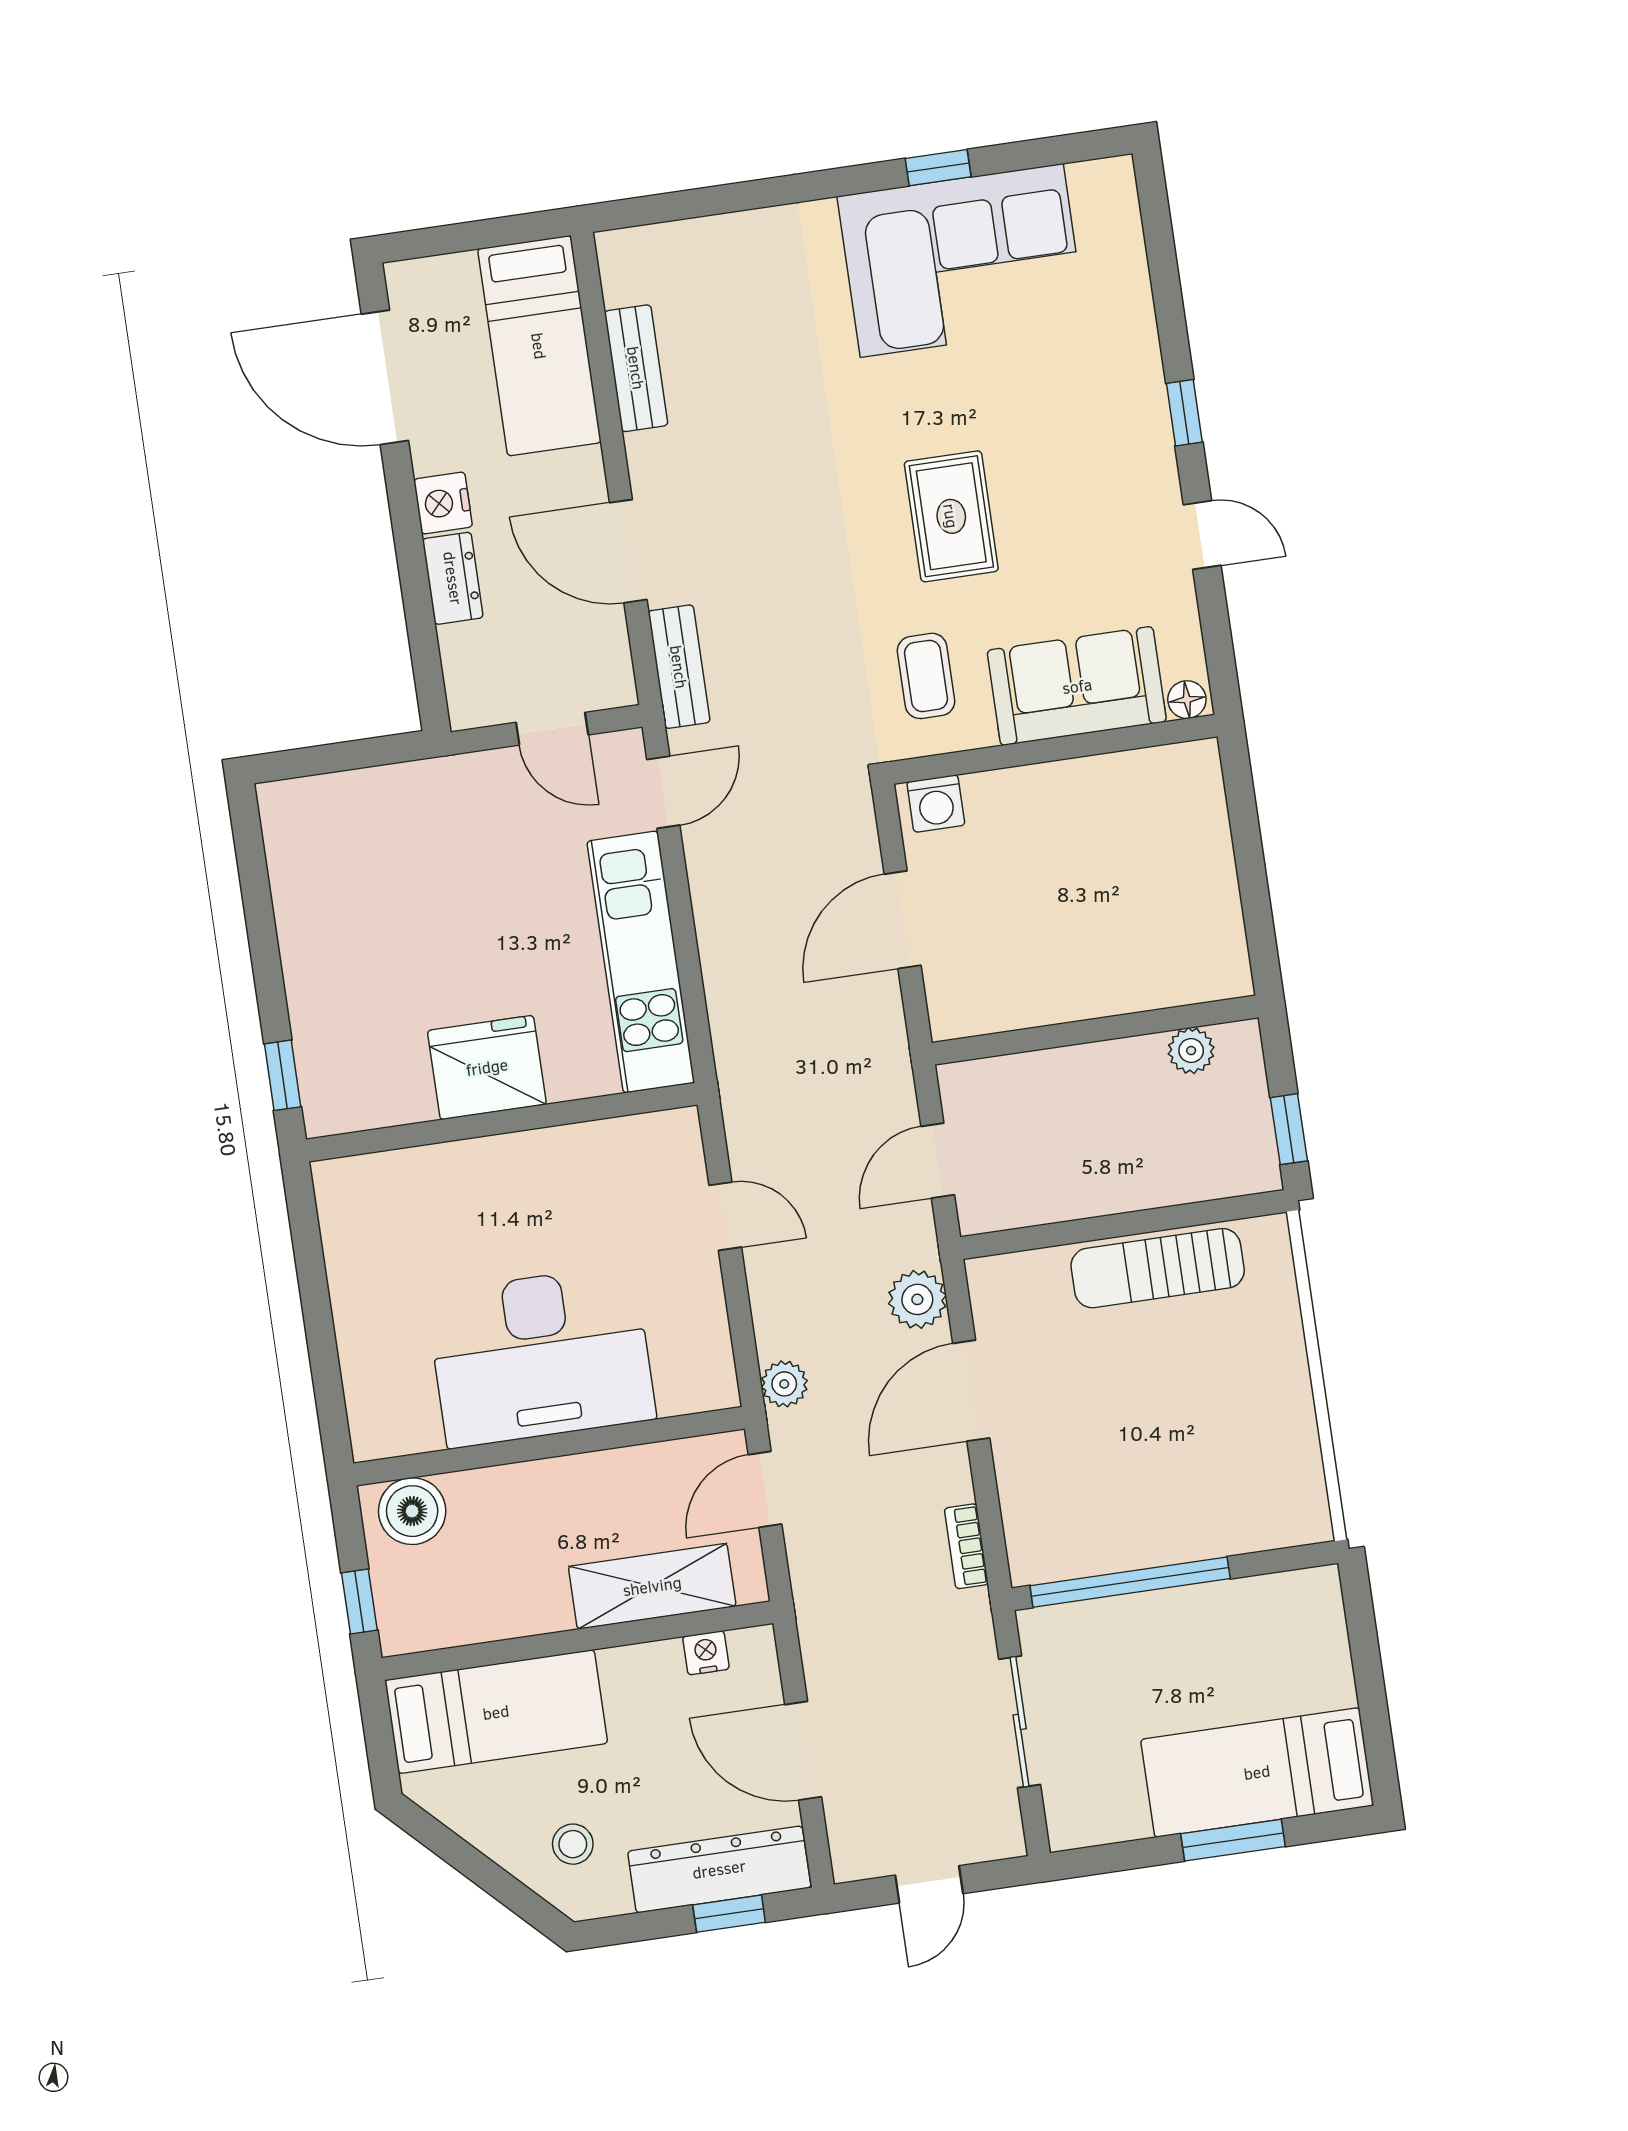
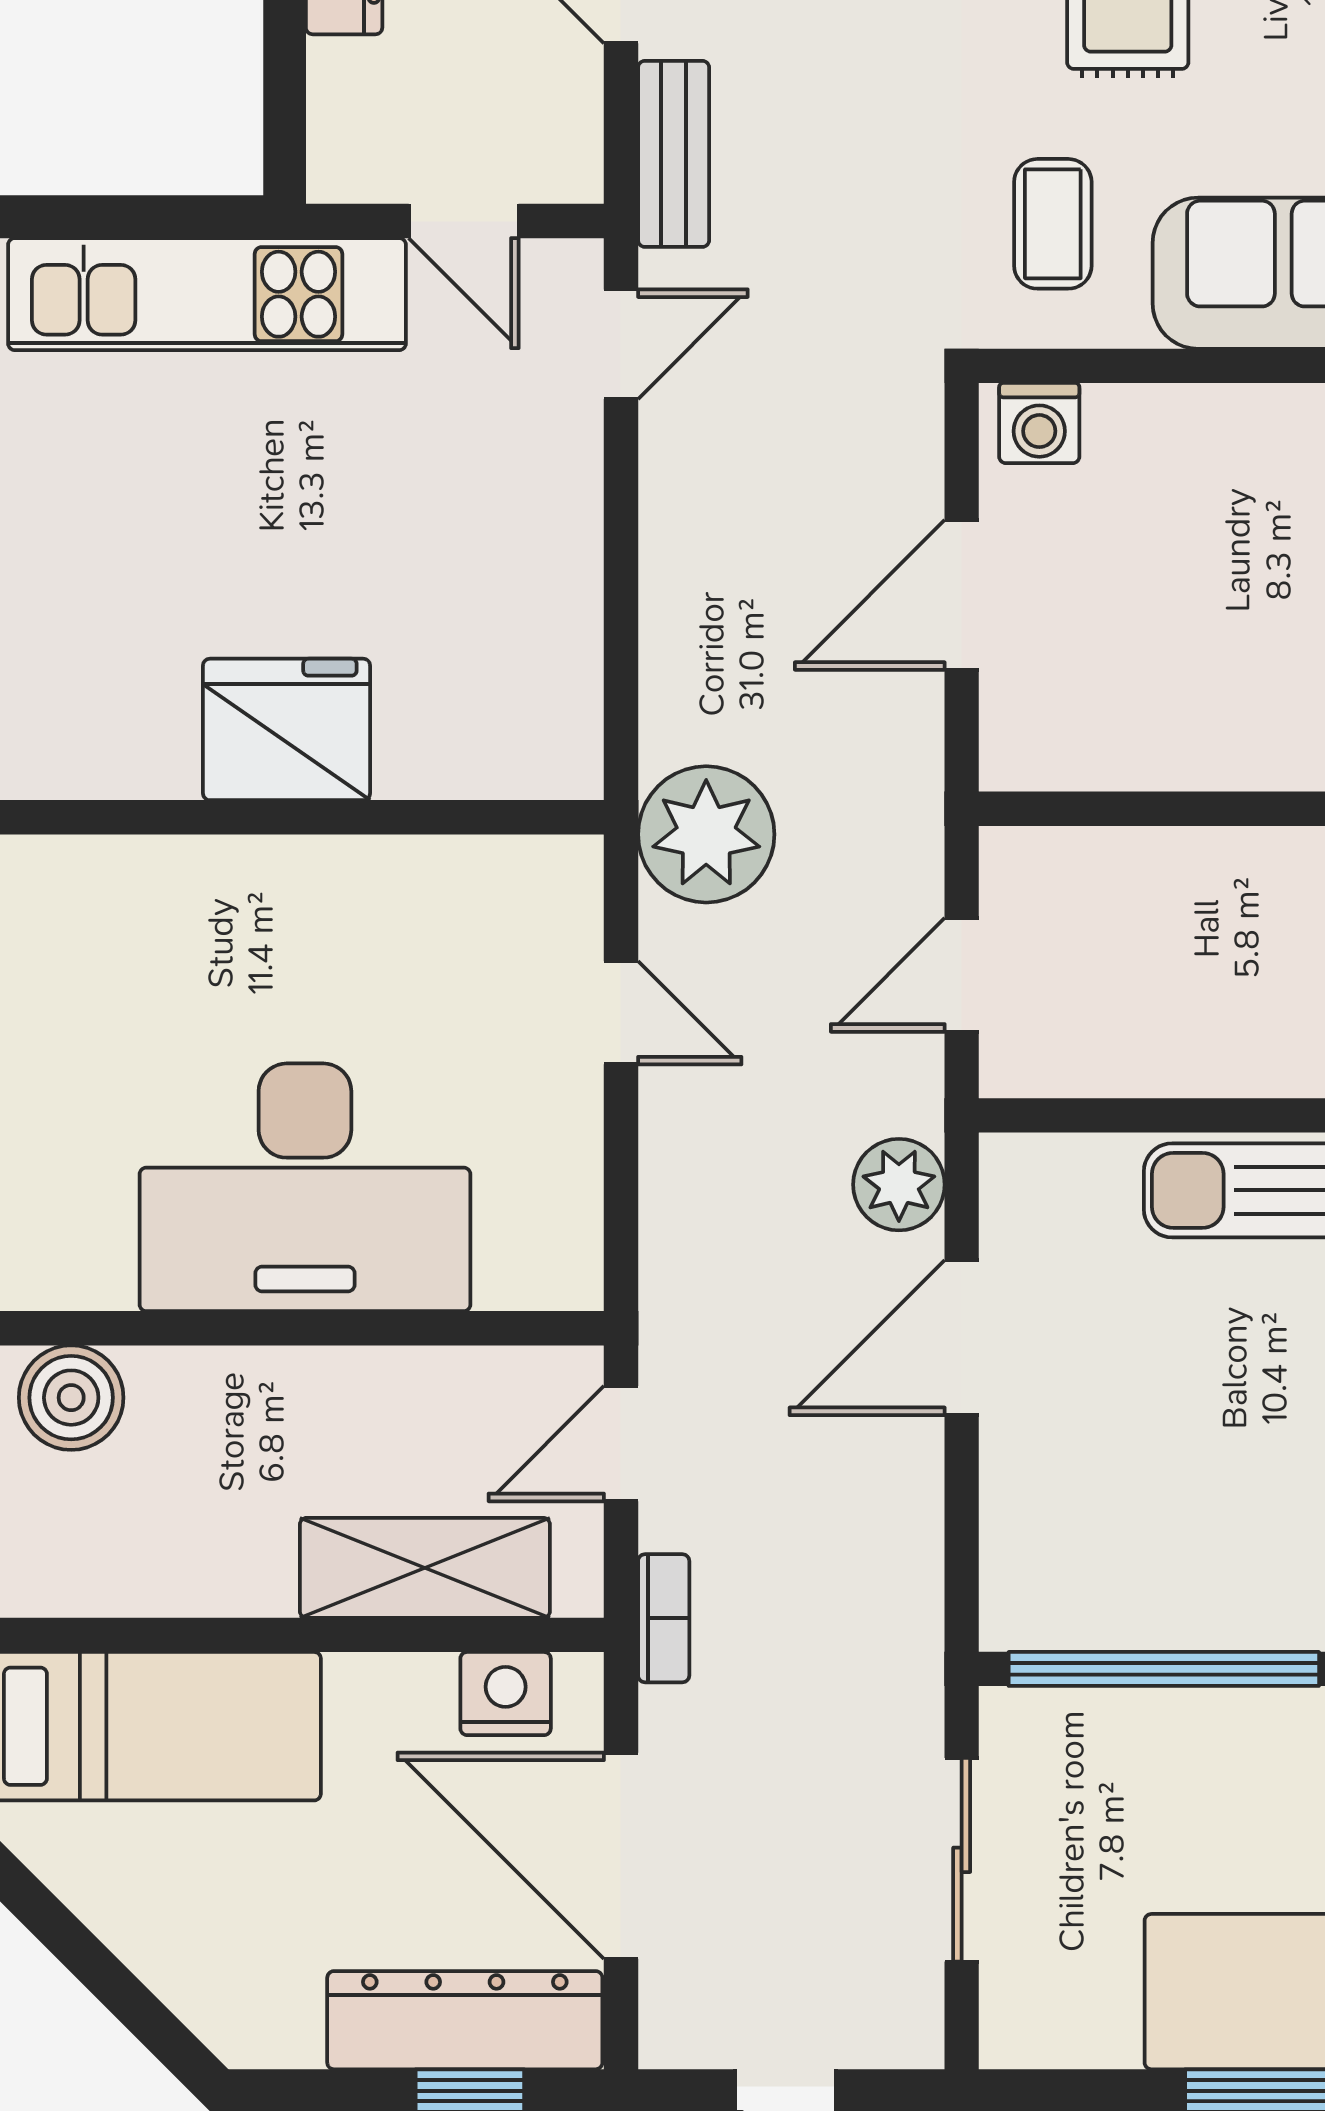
kitchen unit: (641, 962) -> (207, 294), moved, turned -90
plant: (784, 1384) -> (706, 834), moved, width x1.87, depth x1.87
bookcase: (966, 1546) -> (664, 1618), moved, turned 180
nightstand: (706, 1653) -> (506, 1694), width x1.39, depth x1.35
door: (803, 1751) -> (621, 1856), width x1.36
stool: (573, 1844) -> (244, 1948), removed

